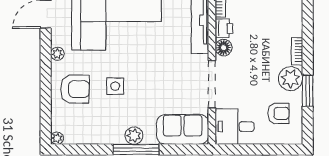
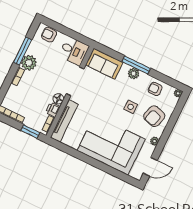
armchair: (75, 89) -> (154, 116), turned -74
window: (308, 91) -> (23, 51), width x1.44
armchair: (279, 113) -> (49, 35), moved
armchair: (93, 129) -> (155, 89), added

